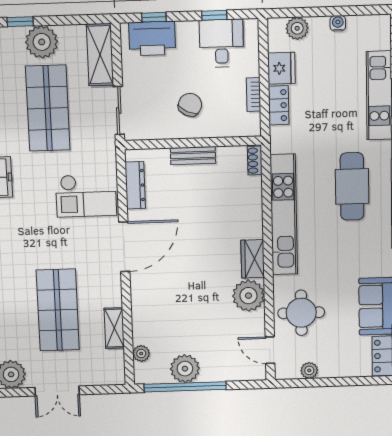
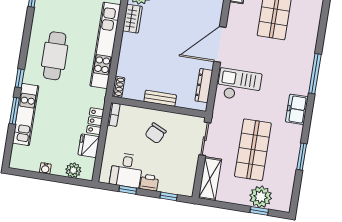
printer: (152, 38) -> (149, 183), moved, width x0.53, depth x0.68
plant: (42, 42) -> (261, 197), moved
bookcase: (254, 94) -> (114, 115), moved

